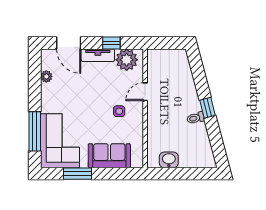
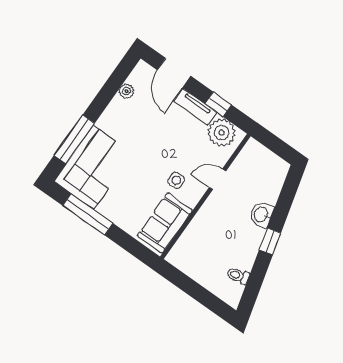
toilet: (196, 118) -> (238, 276), moved
sofa: (109, 156) -> (165, 223), moved, turned -90
washbasin: (169, 160) -> (261, 215), moved, turned -105
window: (78, 174) -> (88, 214), width x1.44

